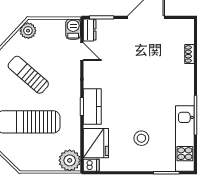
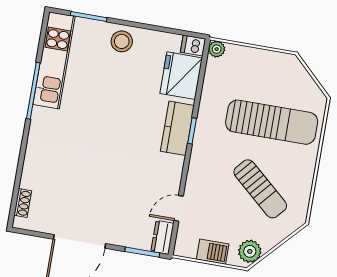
barbecue: (73, 29) -> (213, 252), moved, turned -90
door: (82, 52) -> (179, 208), hinge flipped
shoe rack: (189, 54) -> (23, 203), moved
stool: (141, 138) -> (122, 41), moved
plant: (70, 160) -> (217, 49), width x0.53, depth x0.53

